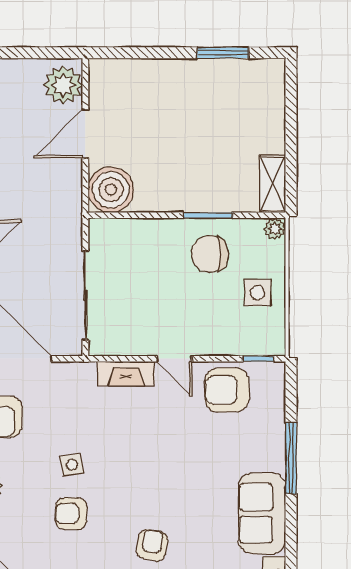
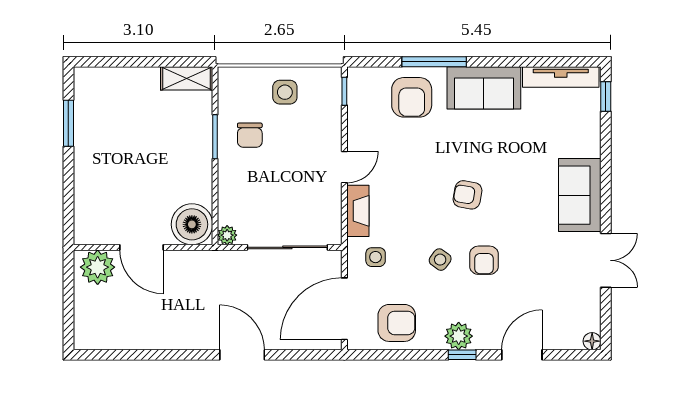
plant: (275, 229) -> (227, 235), moved
chair: (210, 254) -> (250, 135), width x0.73, depth x0.73
armchair: (227, 390) -> (412, 97), moved
side table: (75, 393) -> (376, 257), added
side table: (72, 465) -> (440, 260), turned 45
armchair: (152, 545) -> (468, 195), moved

